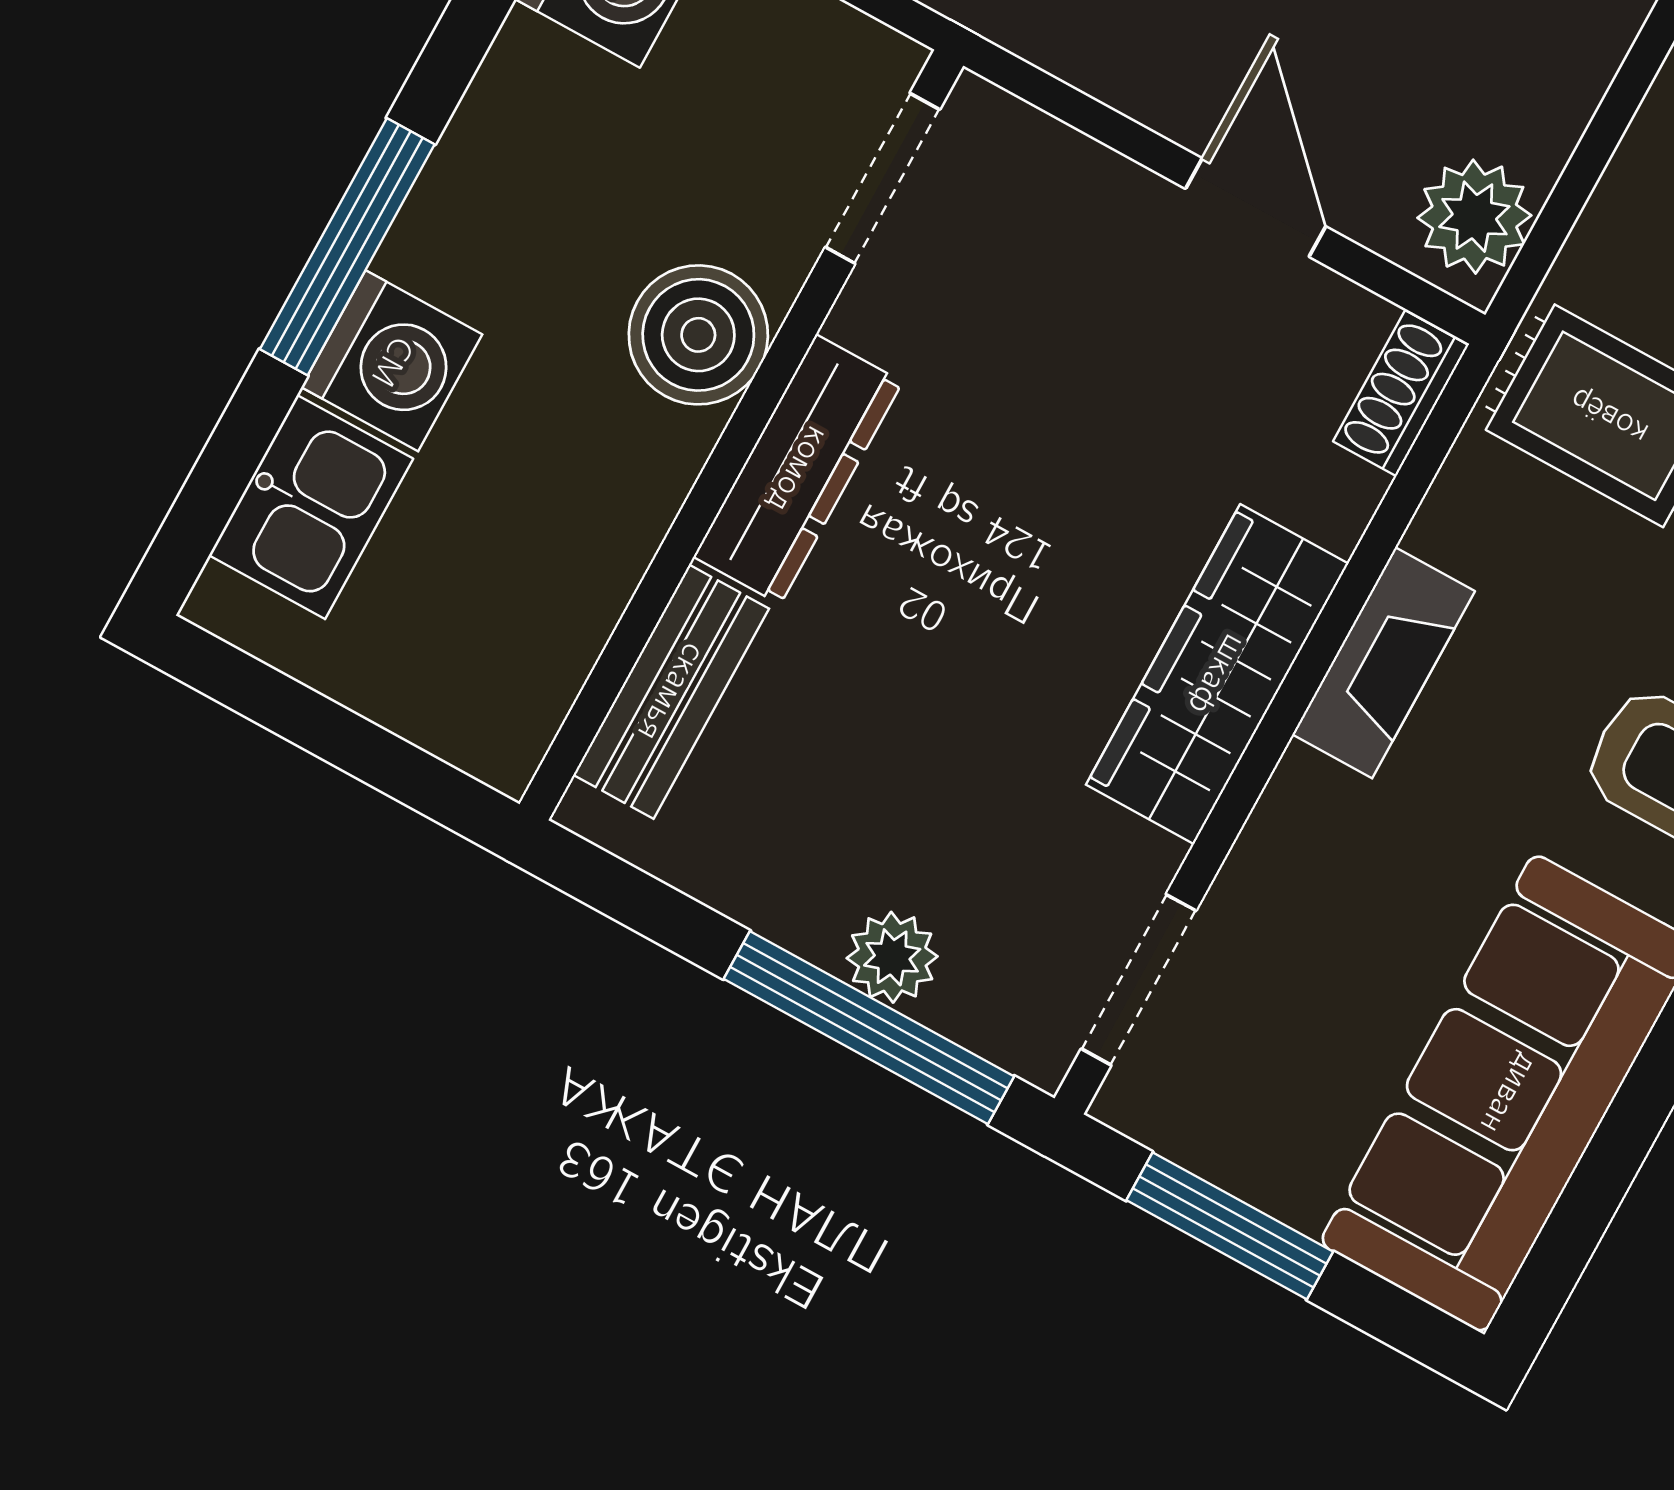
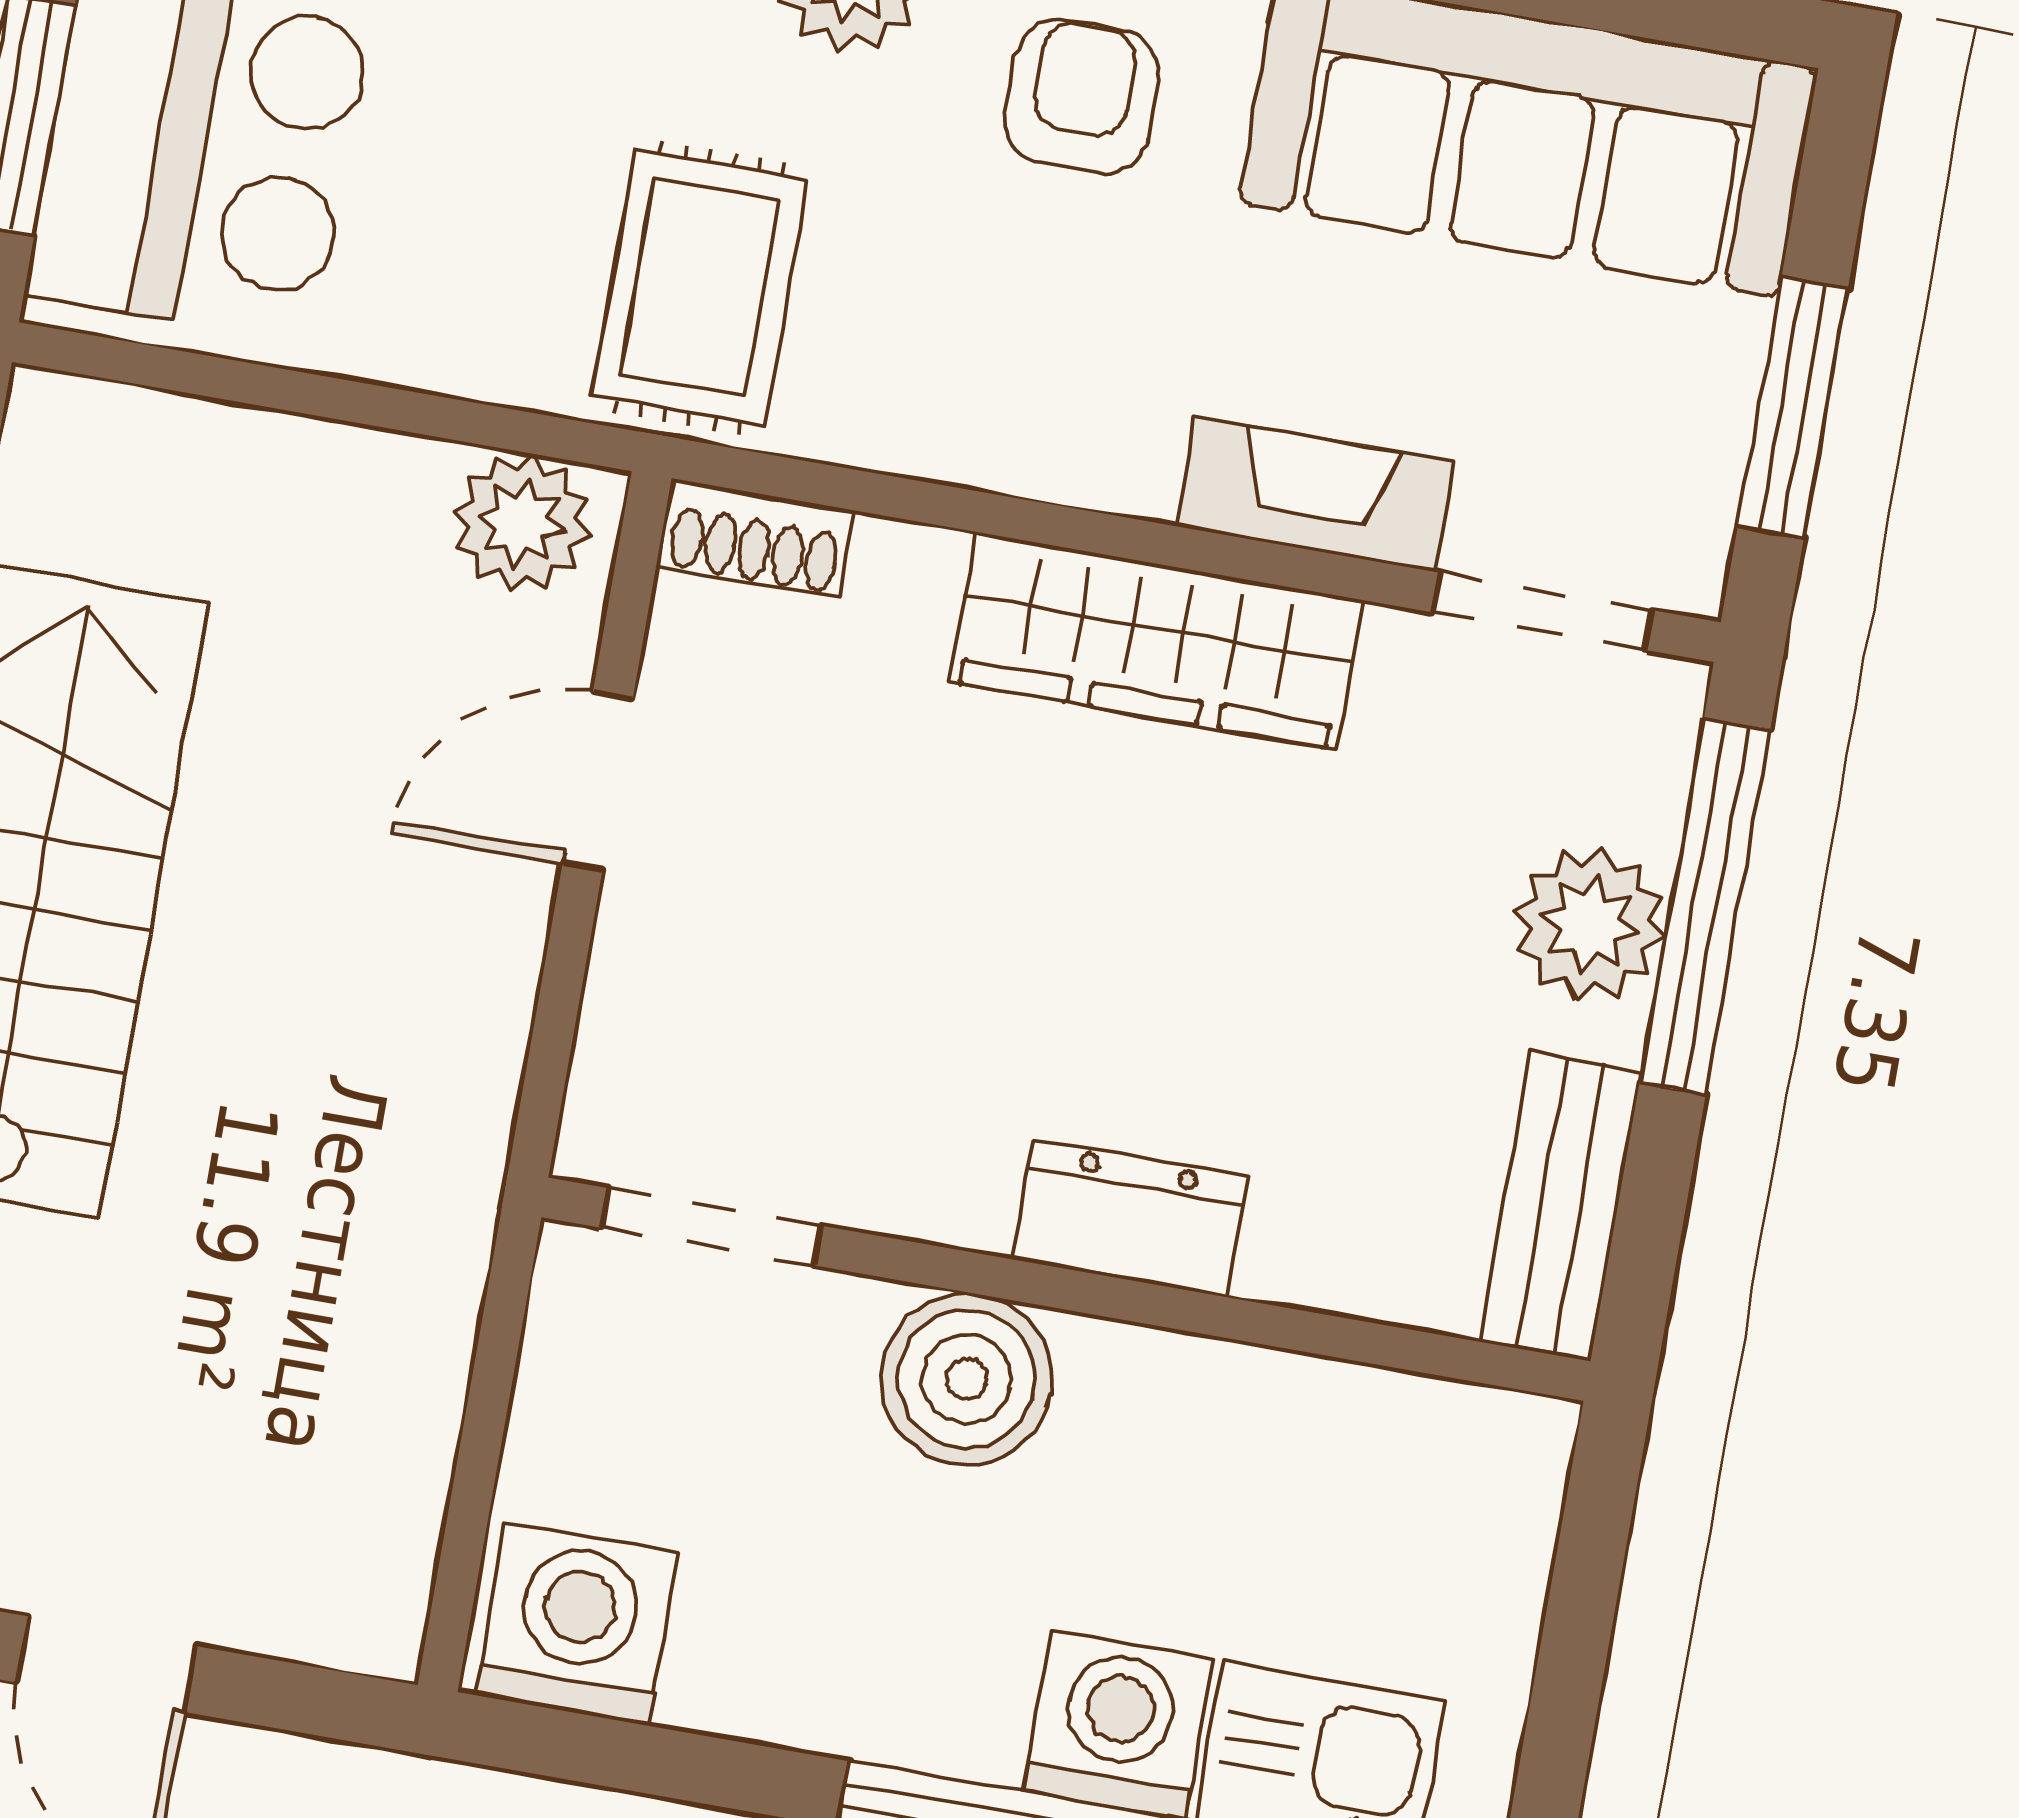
dresser: (798, 469) -> (1130, 1218), width x0.70
fireplace: (1384, 663) -> (1315, 494), moved
bench: (671, 692) -> (1561, 1206), moved, turned 90
plant: (892, 957) -> (1590, 924), width x1.38, depth x1.38

